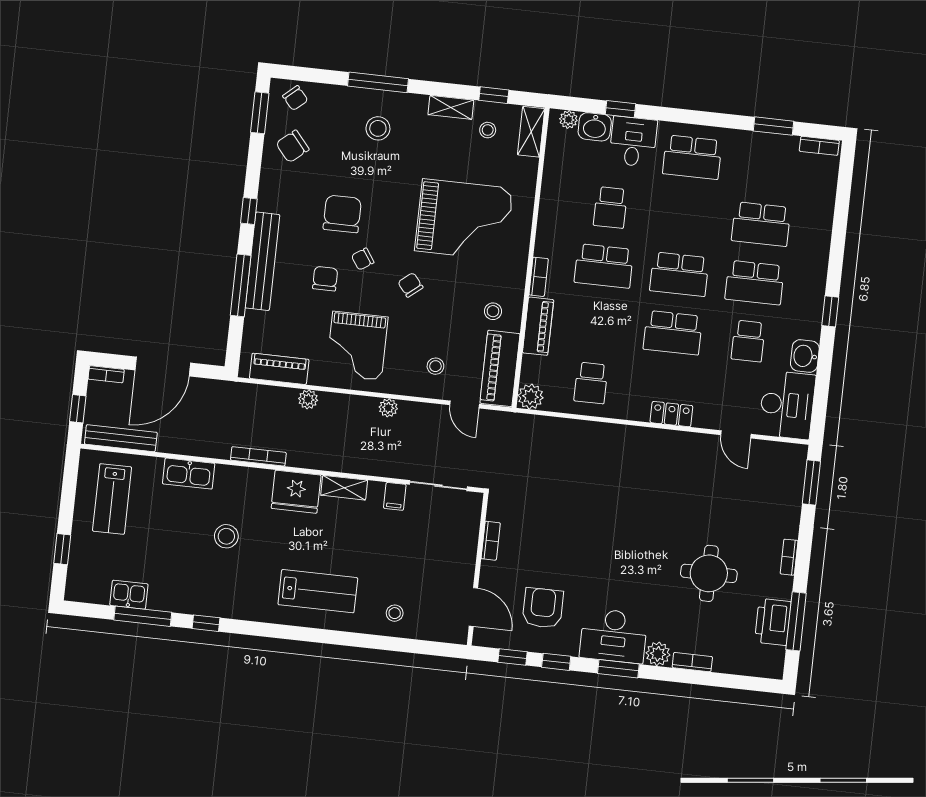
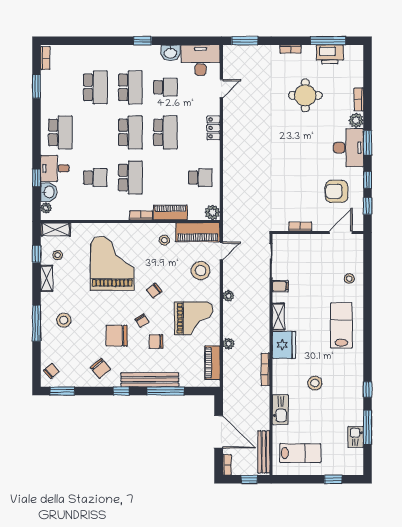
chair: (292, 146) -> (100, 368), moved
stool: (435, 366) -> (201, 271), width x1.89, depth x1.89

